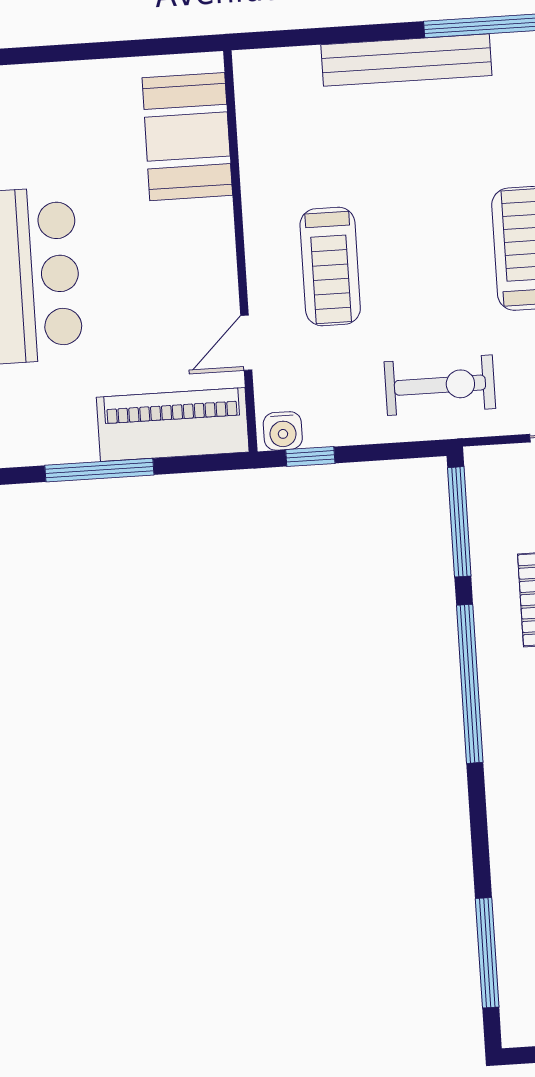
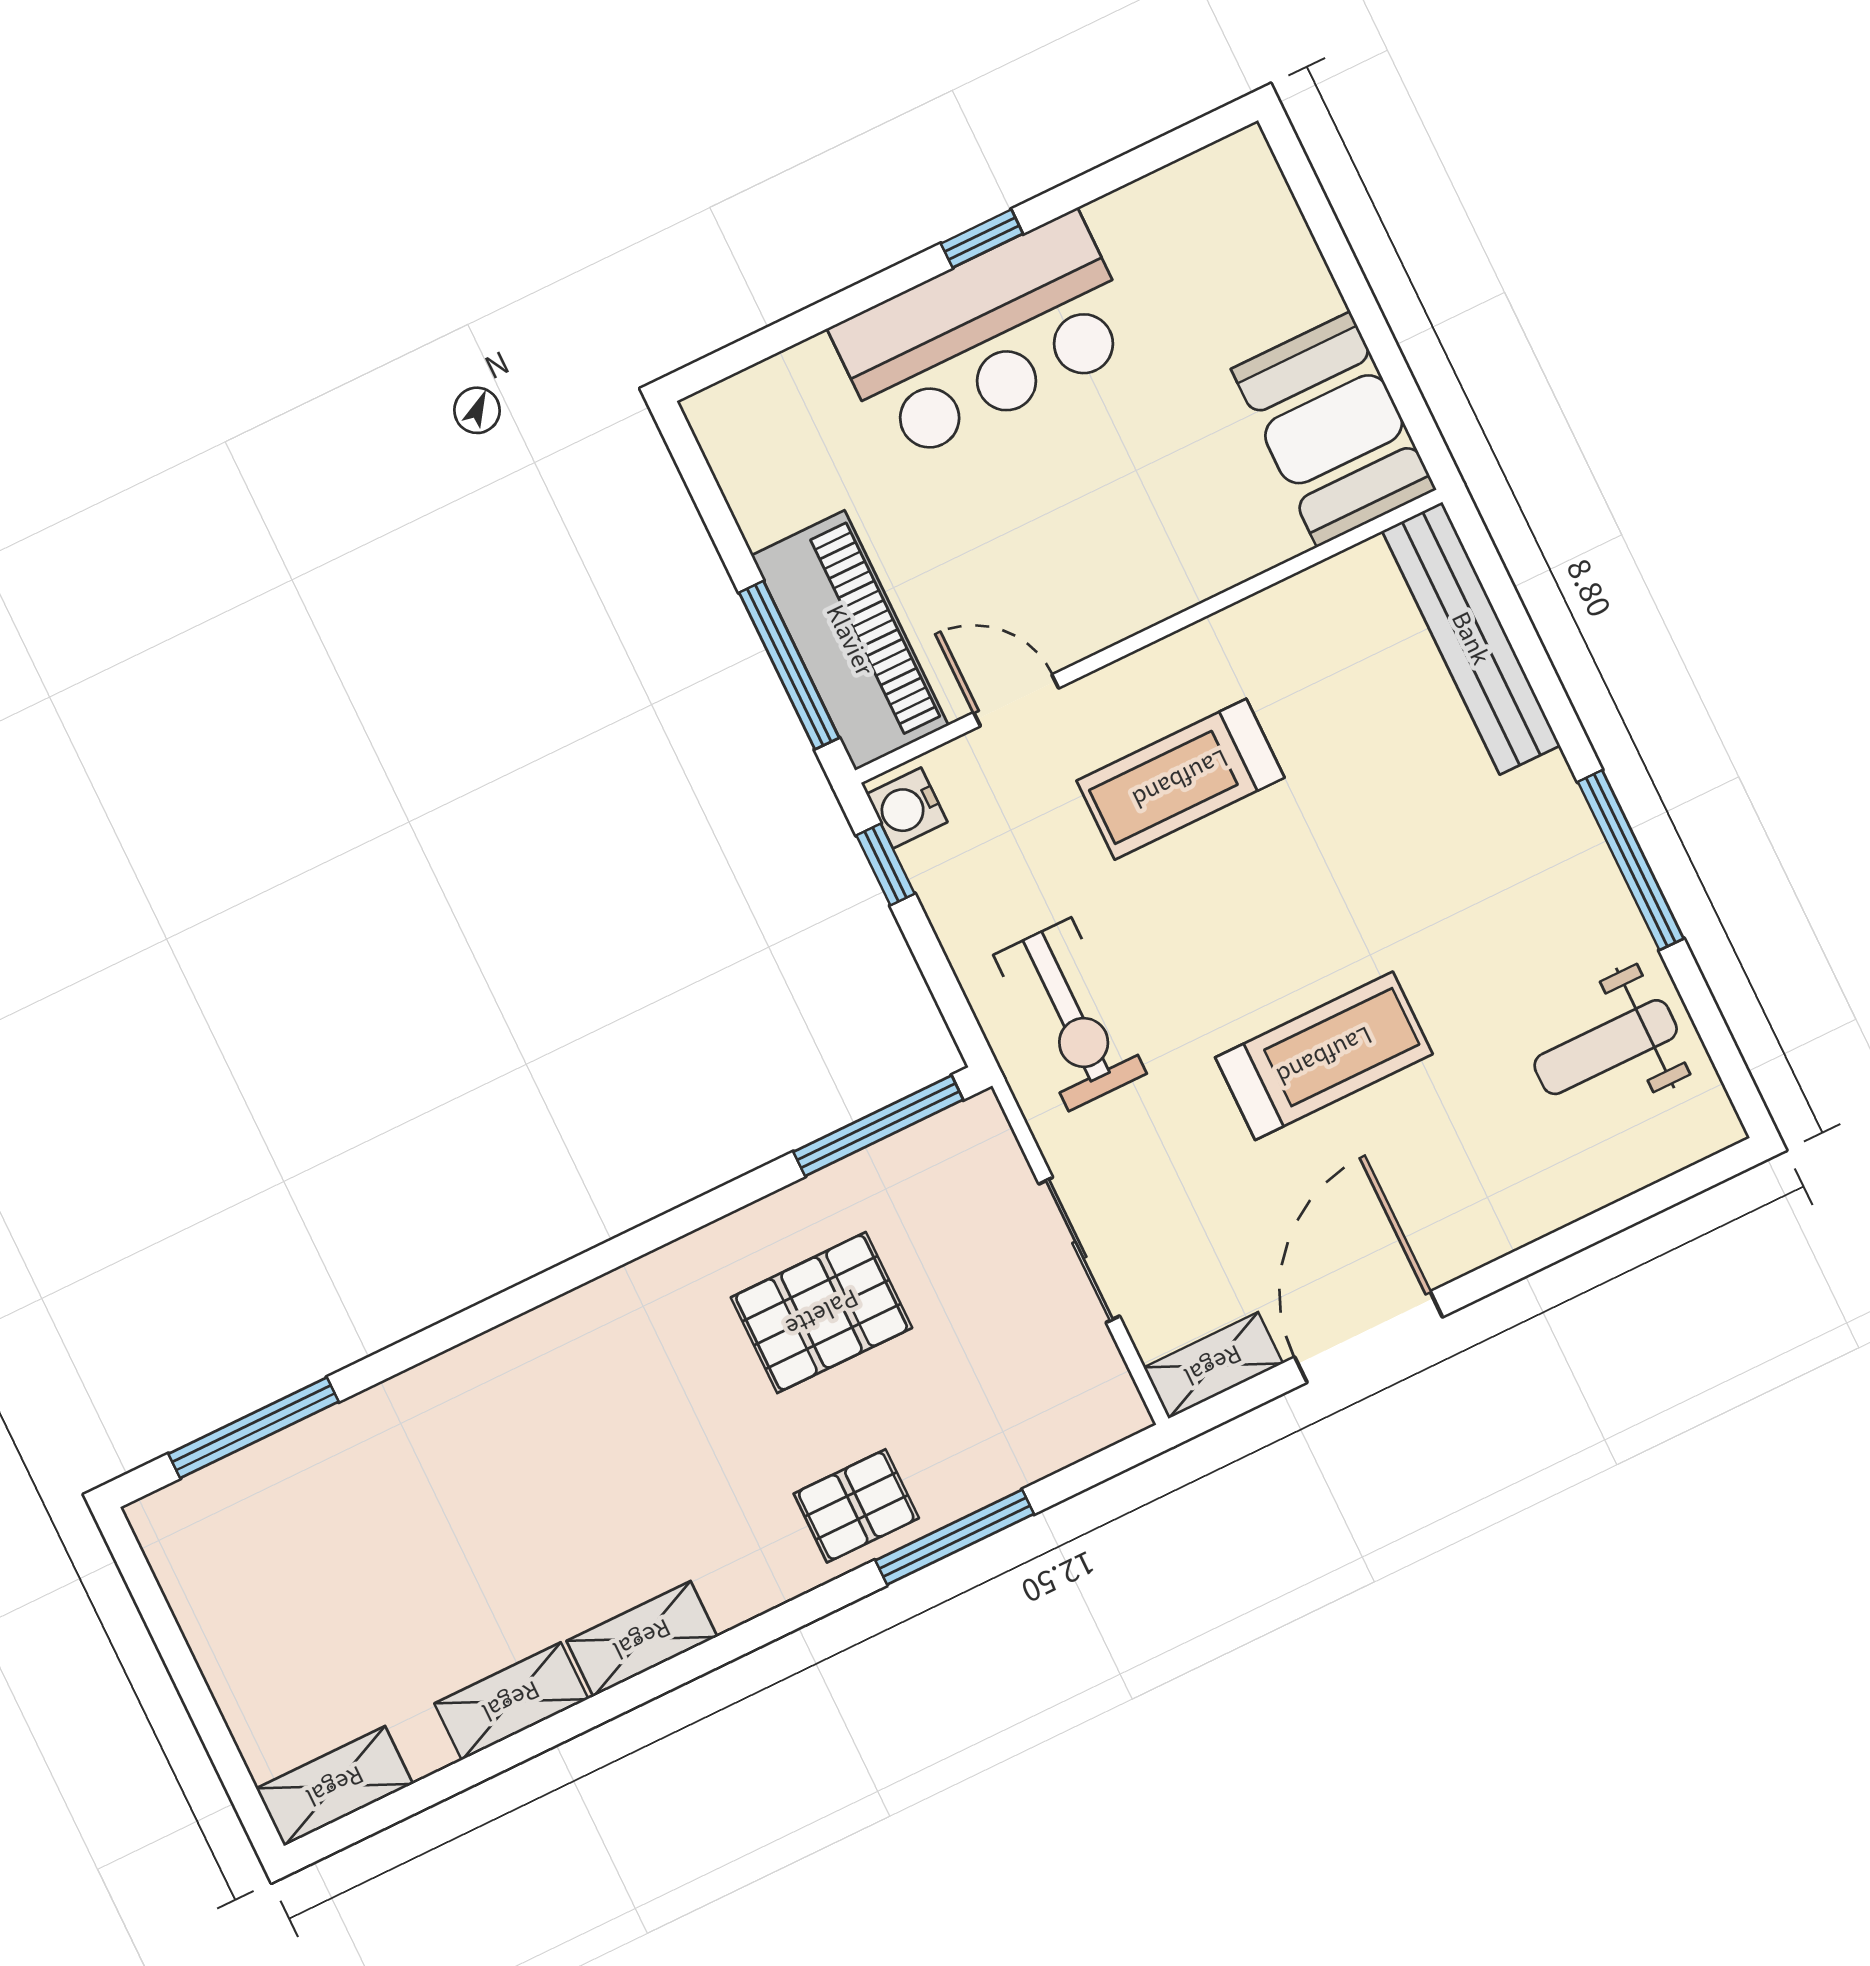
bench: (406, 60) -> (1471, 638), moved
booth: (187, 137) -> (1334, 429), moved, turned 90
window: (99, 470) -> (789, 665), moved
window: (470, 684) -> (643, 1239), removed

